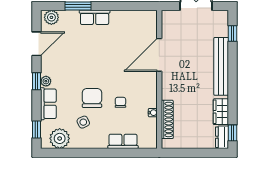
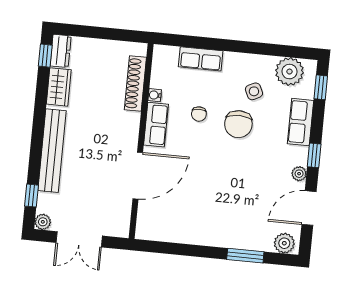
plant: (223, 16) -> (43, 222), added
row of seats: (95, 17) -> (156, 125), moved, turned 90
plant: (46, 81) -> (299, 174), moved

